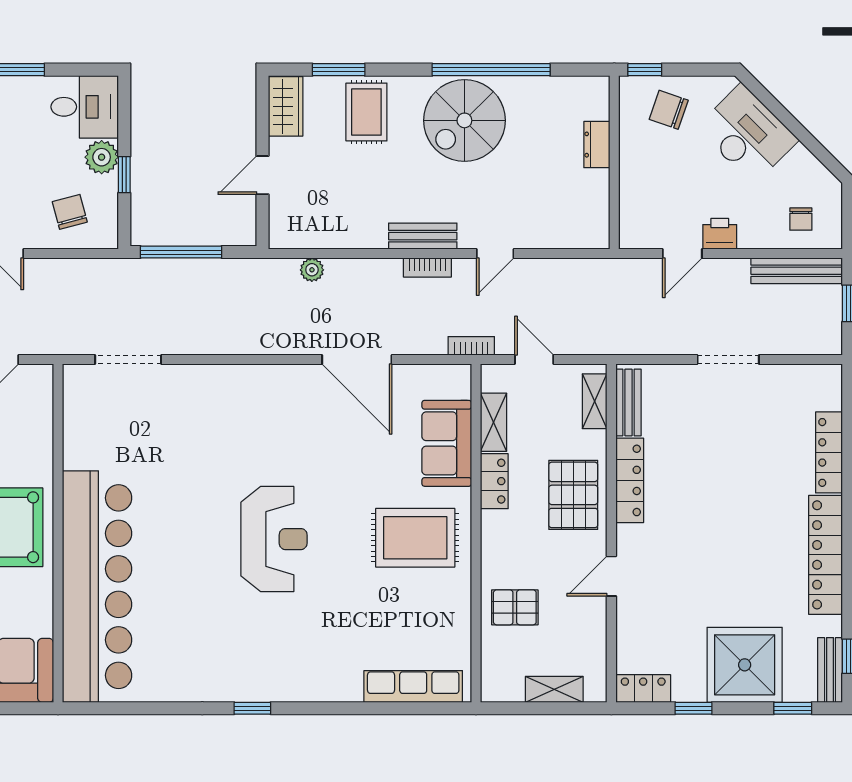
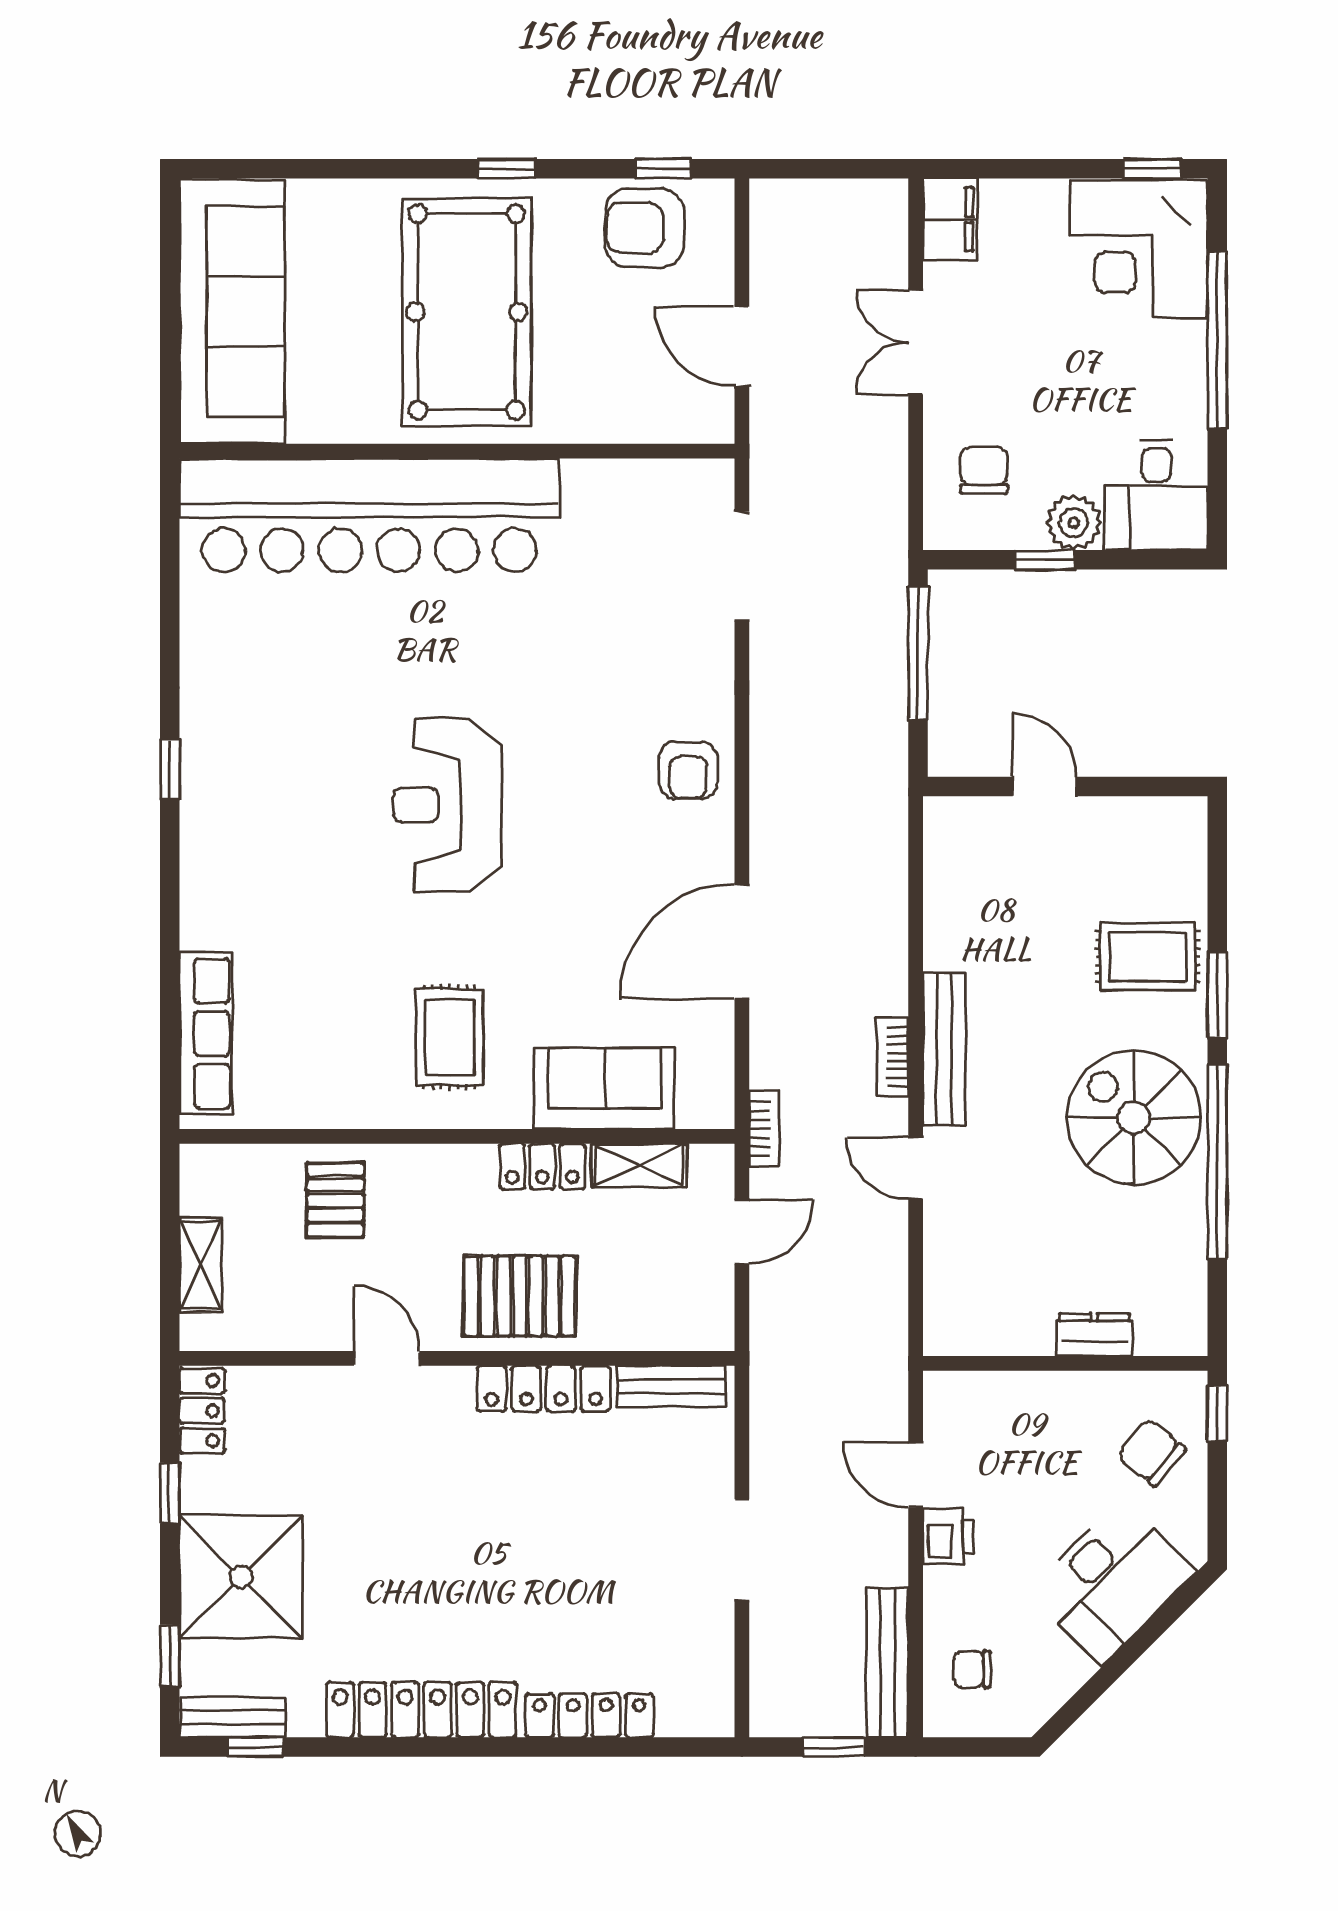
window: (339, 70) -> (1217, 995), moved
wardrobe: (286, 106) -> (1157, 824), removed
chair: (669, 110) -> (1151, 1453), turned -70
chair: (70, 212) -> (984, 470), turned -75
bench: (423, 236) -> (944, 1049), width x1.36
plant: (312, 270) -> (889, 867), removed
armchair: (253, 392) -> (688, 770), added
shelving: (595, 401) -> (673, 1331), removed
rug: (415, 538) -> (449, 1037), width x0.73, depth x0.70
reception desk: (274, 539) -> (447, 805), turned 90

